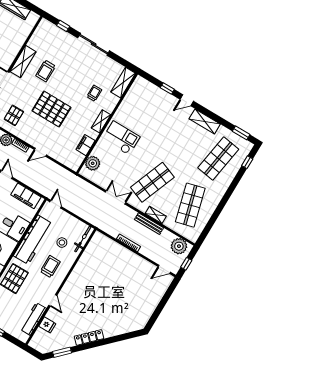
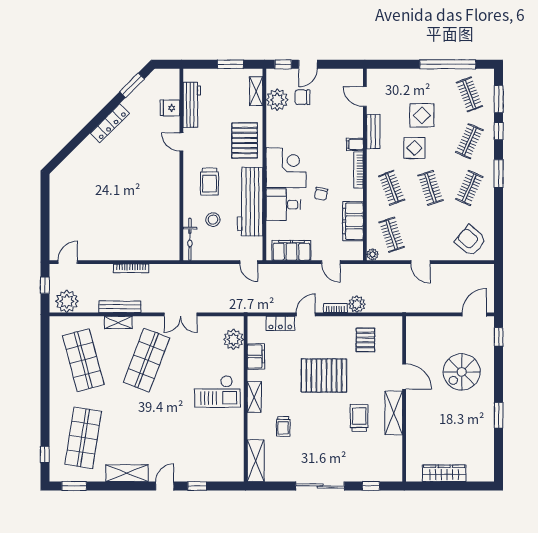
locker: (59, 156) -> (280, 323), added

